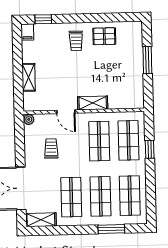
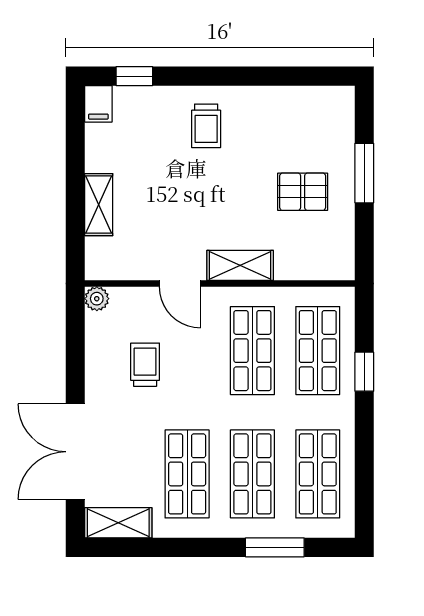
pallet: (104, 36) -> (303, 192), moved

